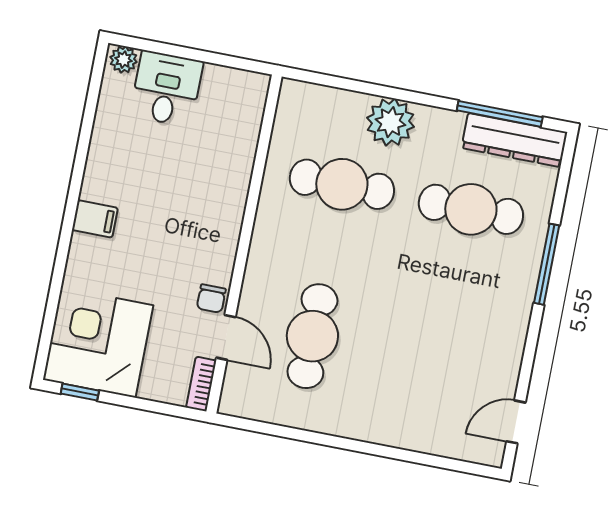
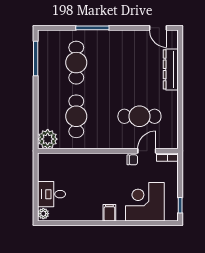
plant: (390, 122) -> (48, 139), moved
dresser: (514, 140) -> (171, 69), moved, turned 180
corner desk: (98, 342) -> (145, 202), moved, turned 90

